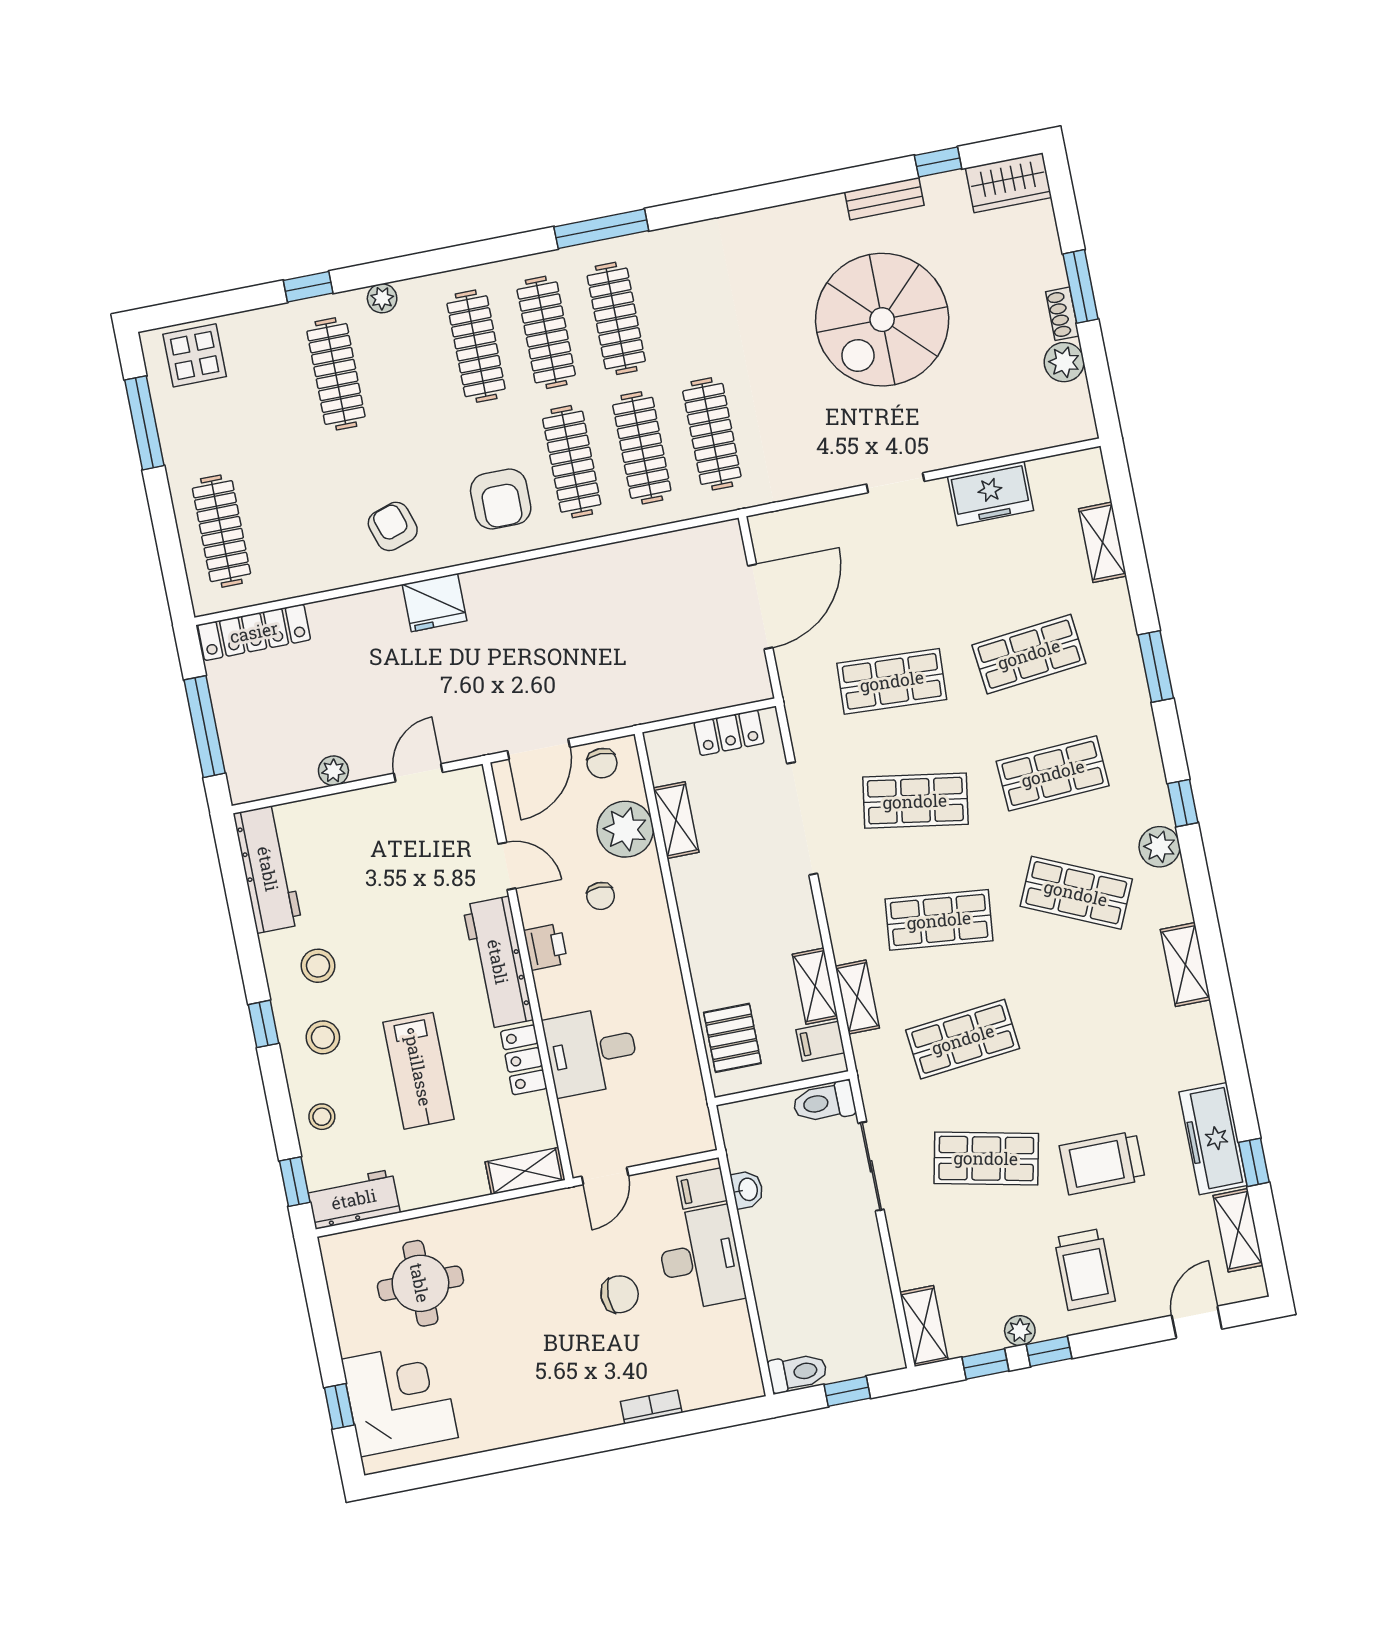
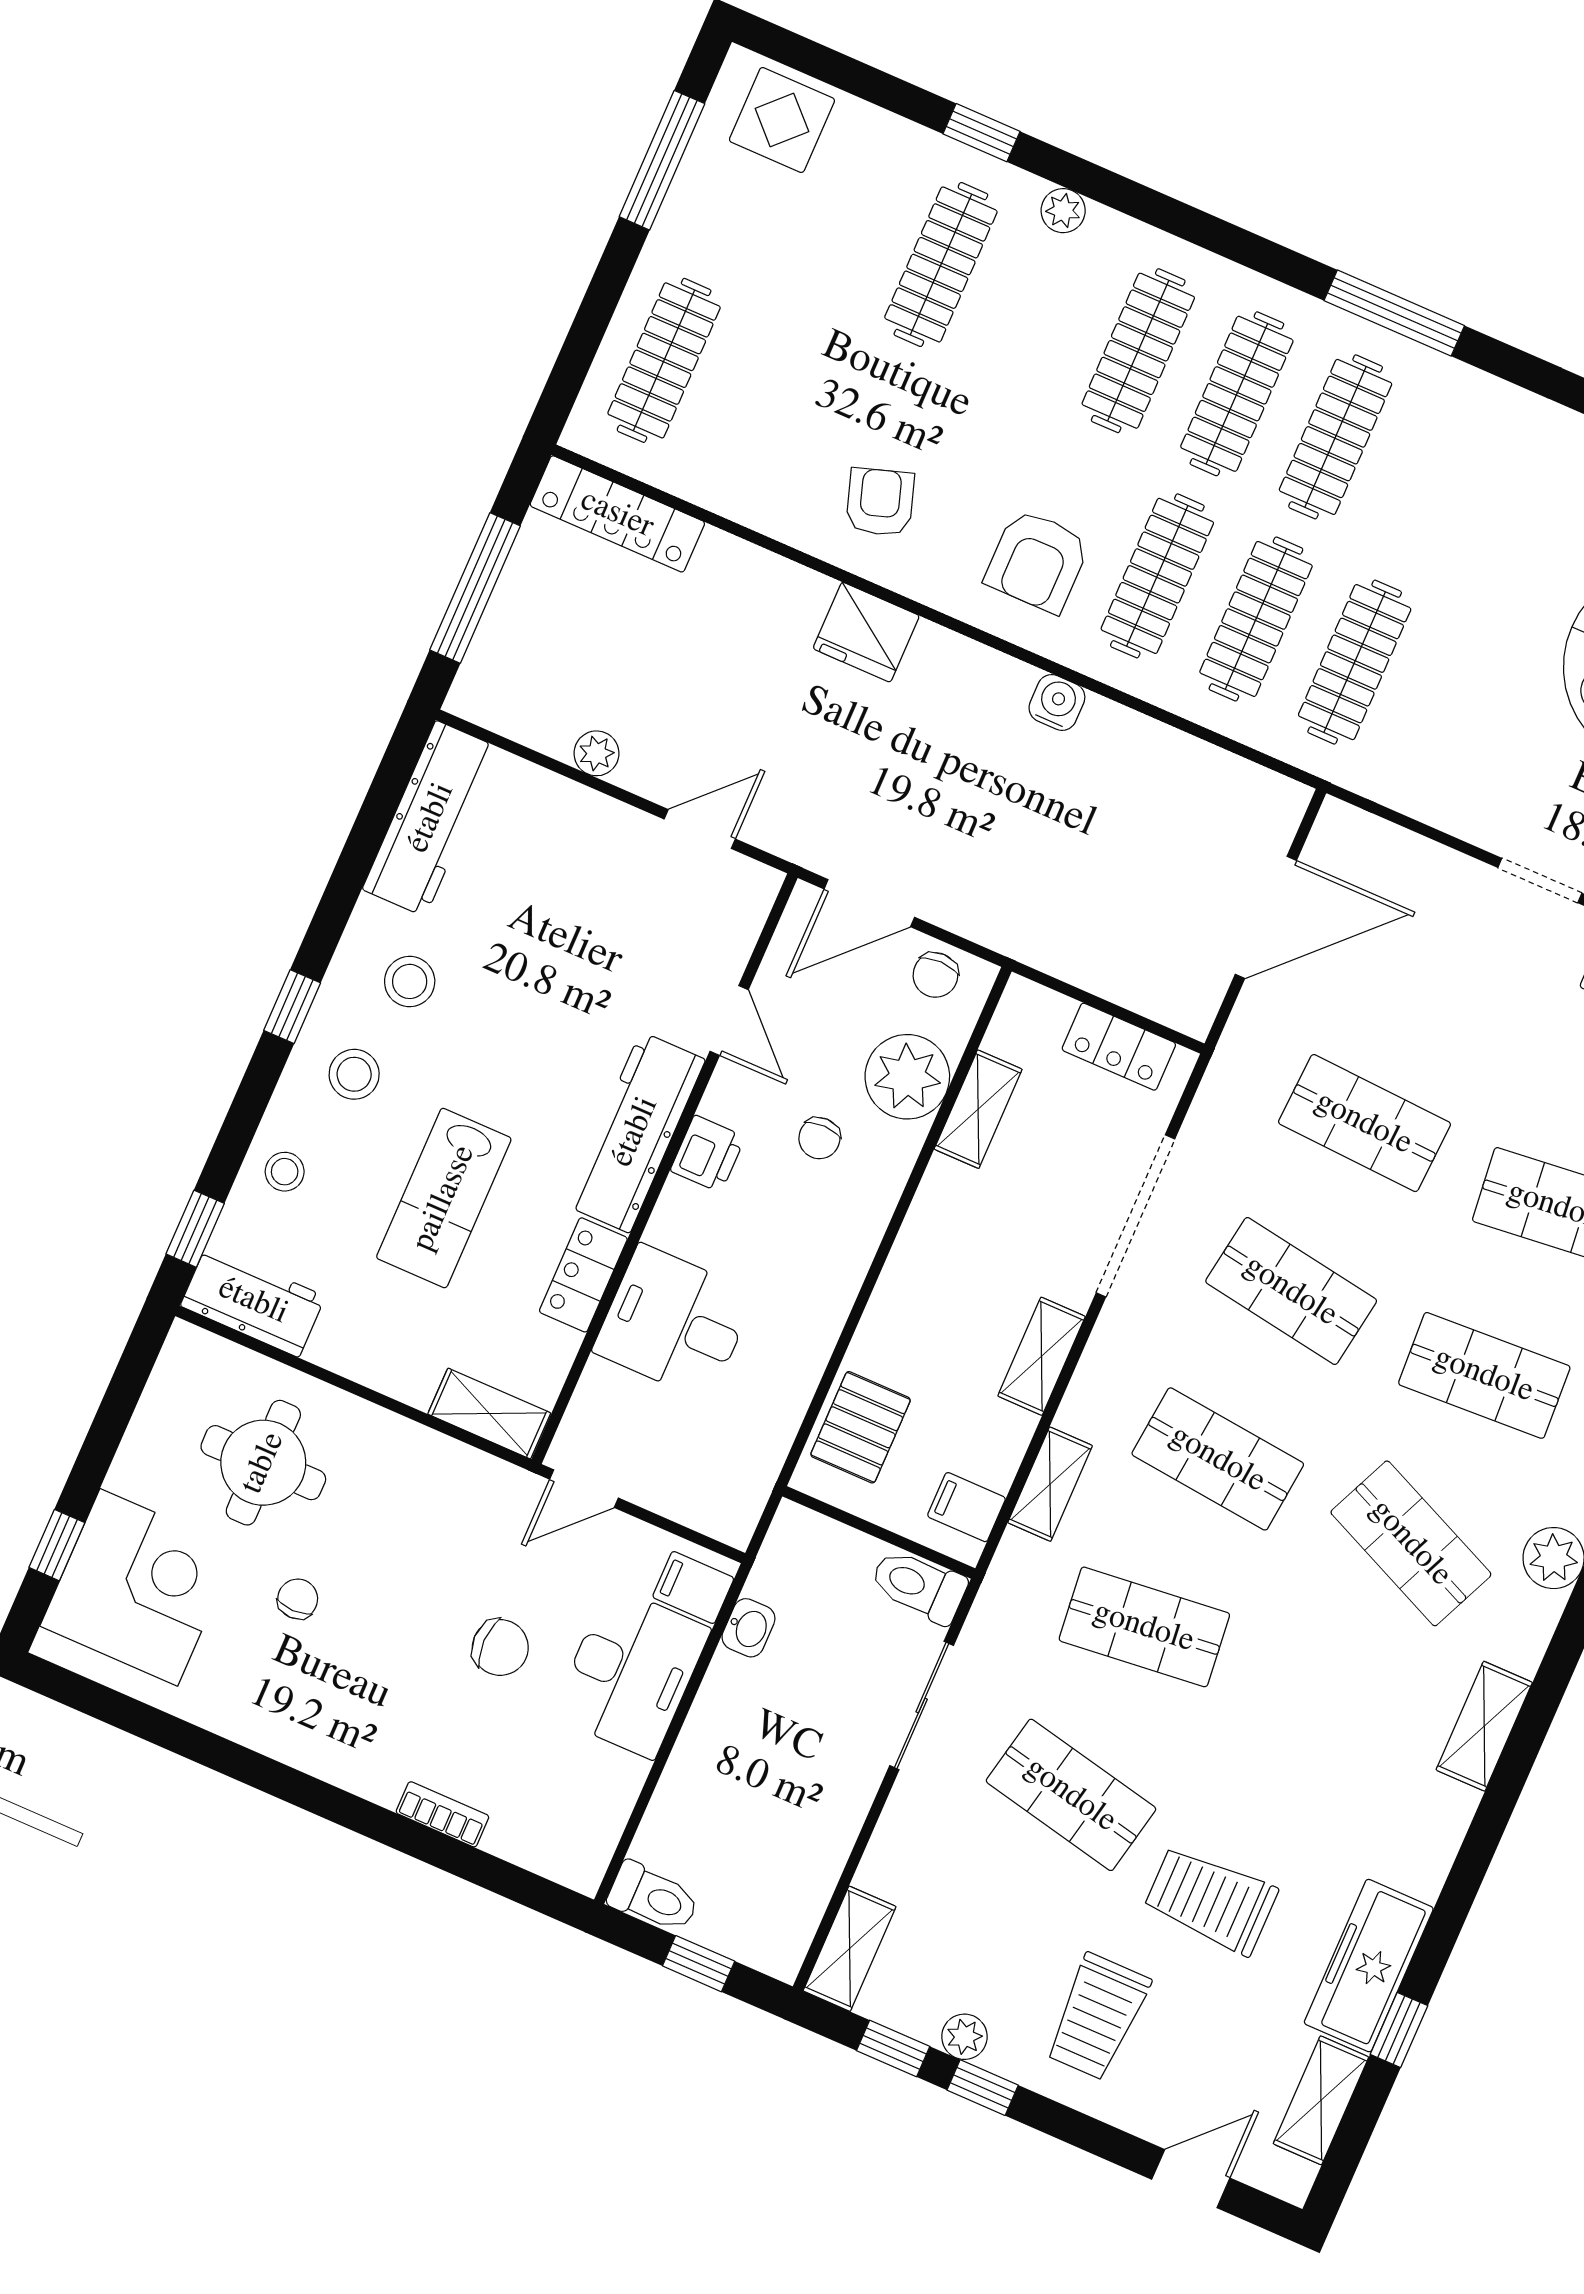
water cooler: (565, 569) -> (1057, 702), added
shelving: (815, 986) -> (1042, 1356), moved
chair: (491, 1345) -> (298, 1599), added

